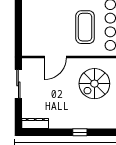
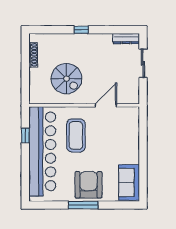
sliding door: (18, 84) -> (143, 63), moved
spiral stairs: (94, 84) -> (66, 79), turned 90

